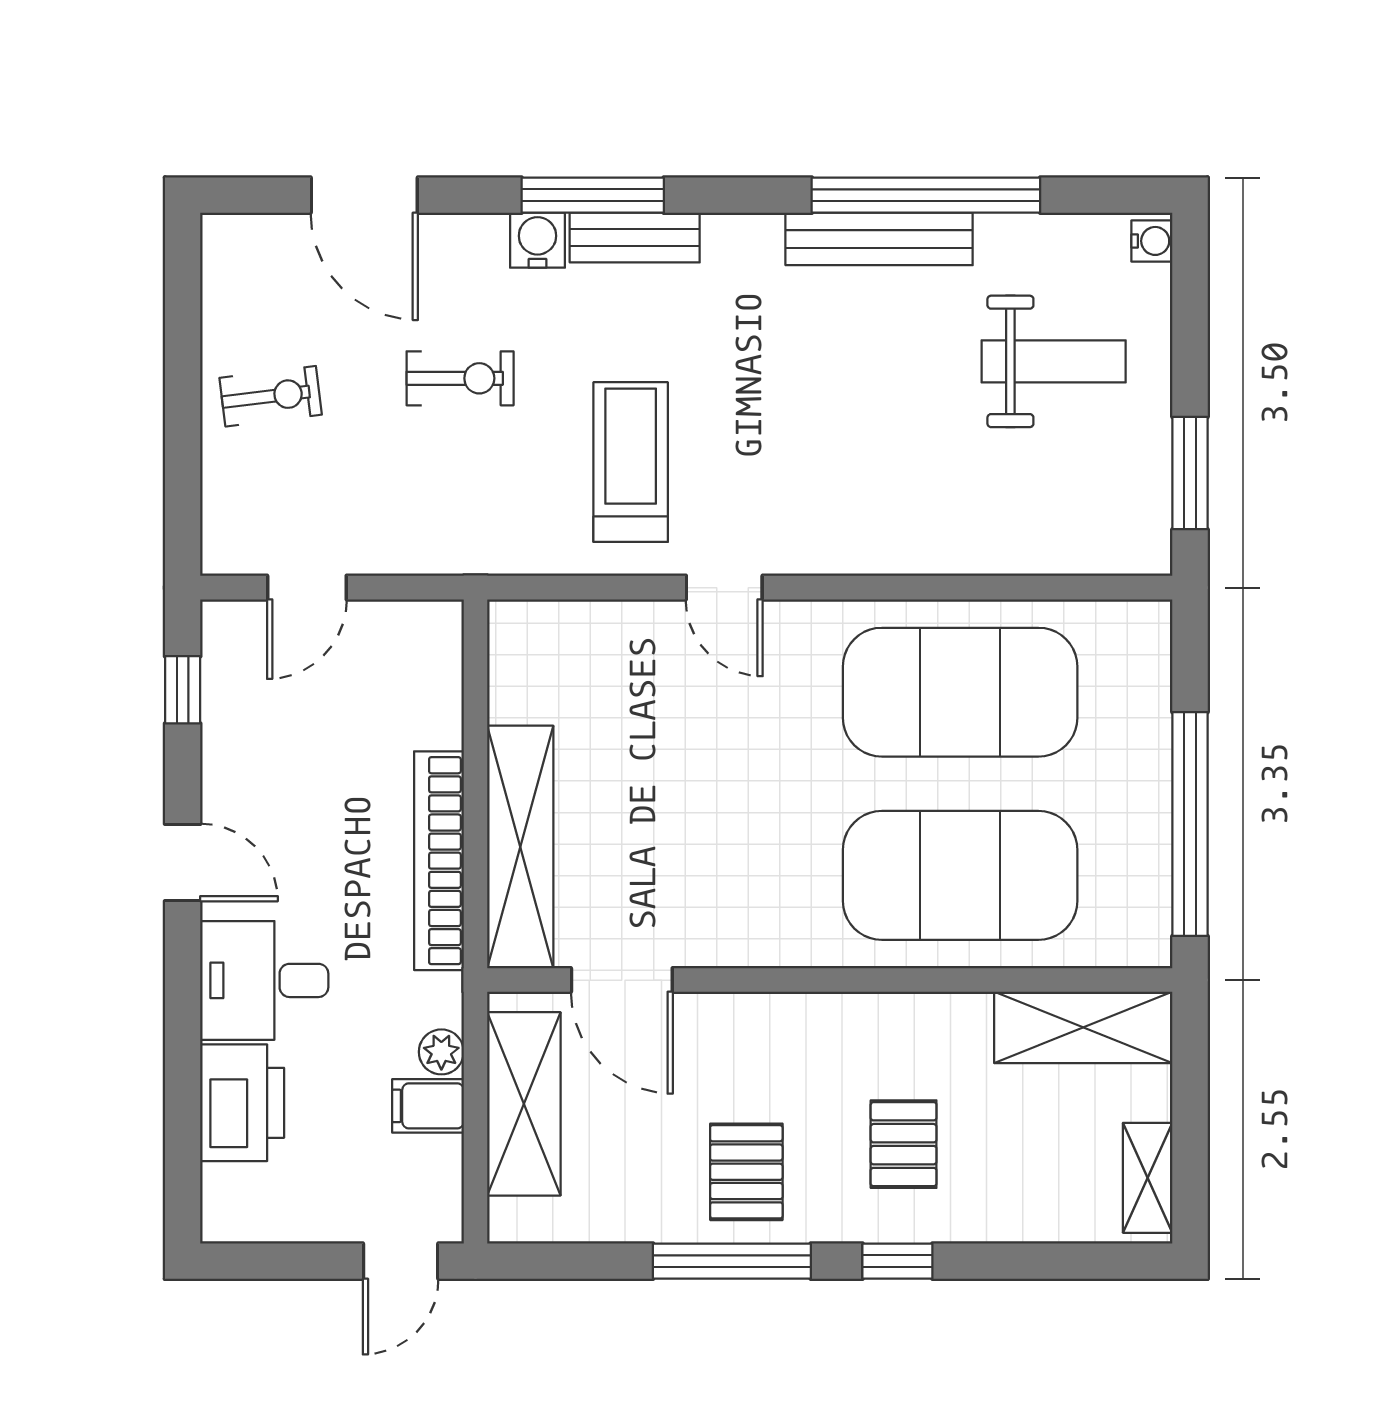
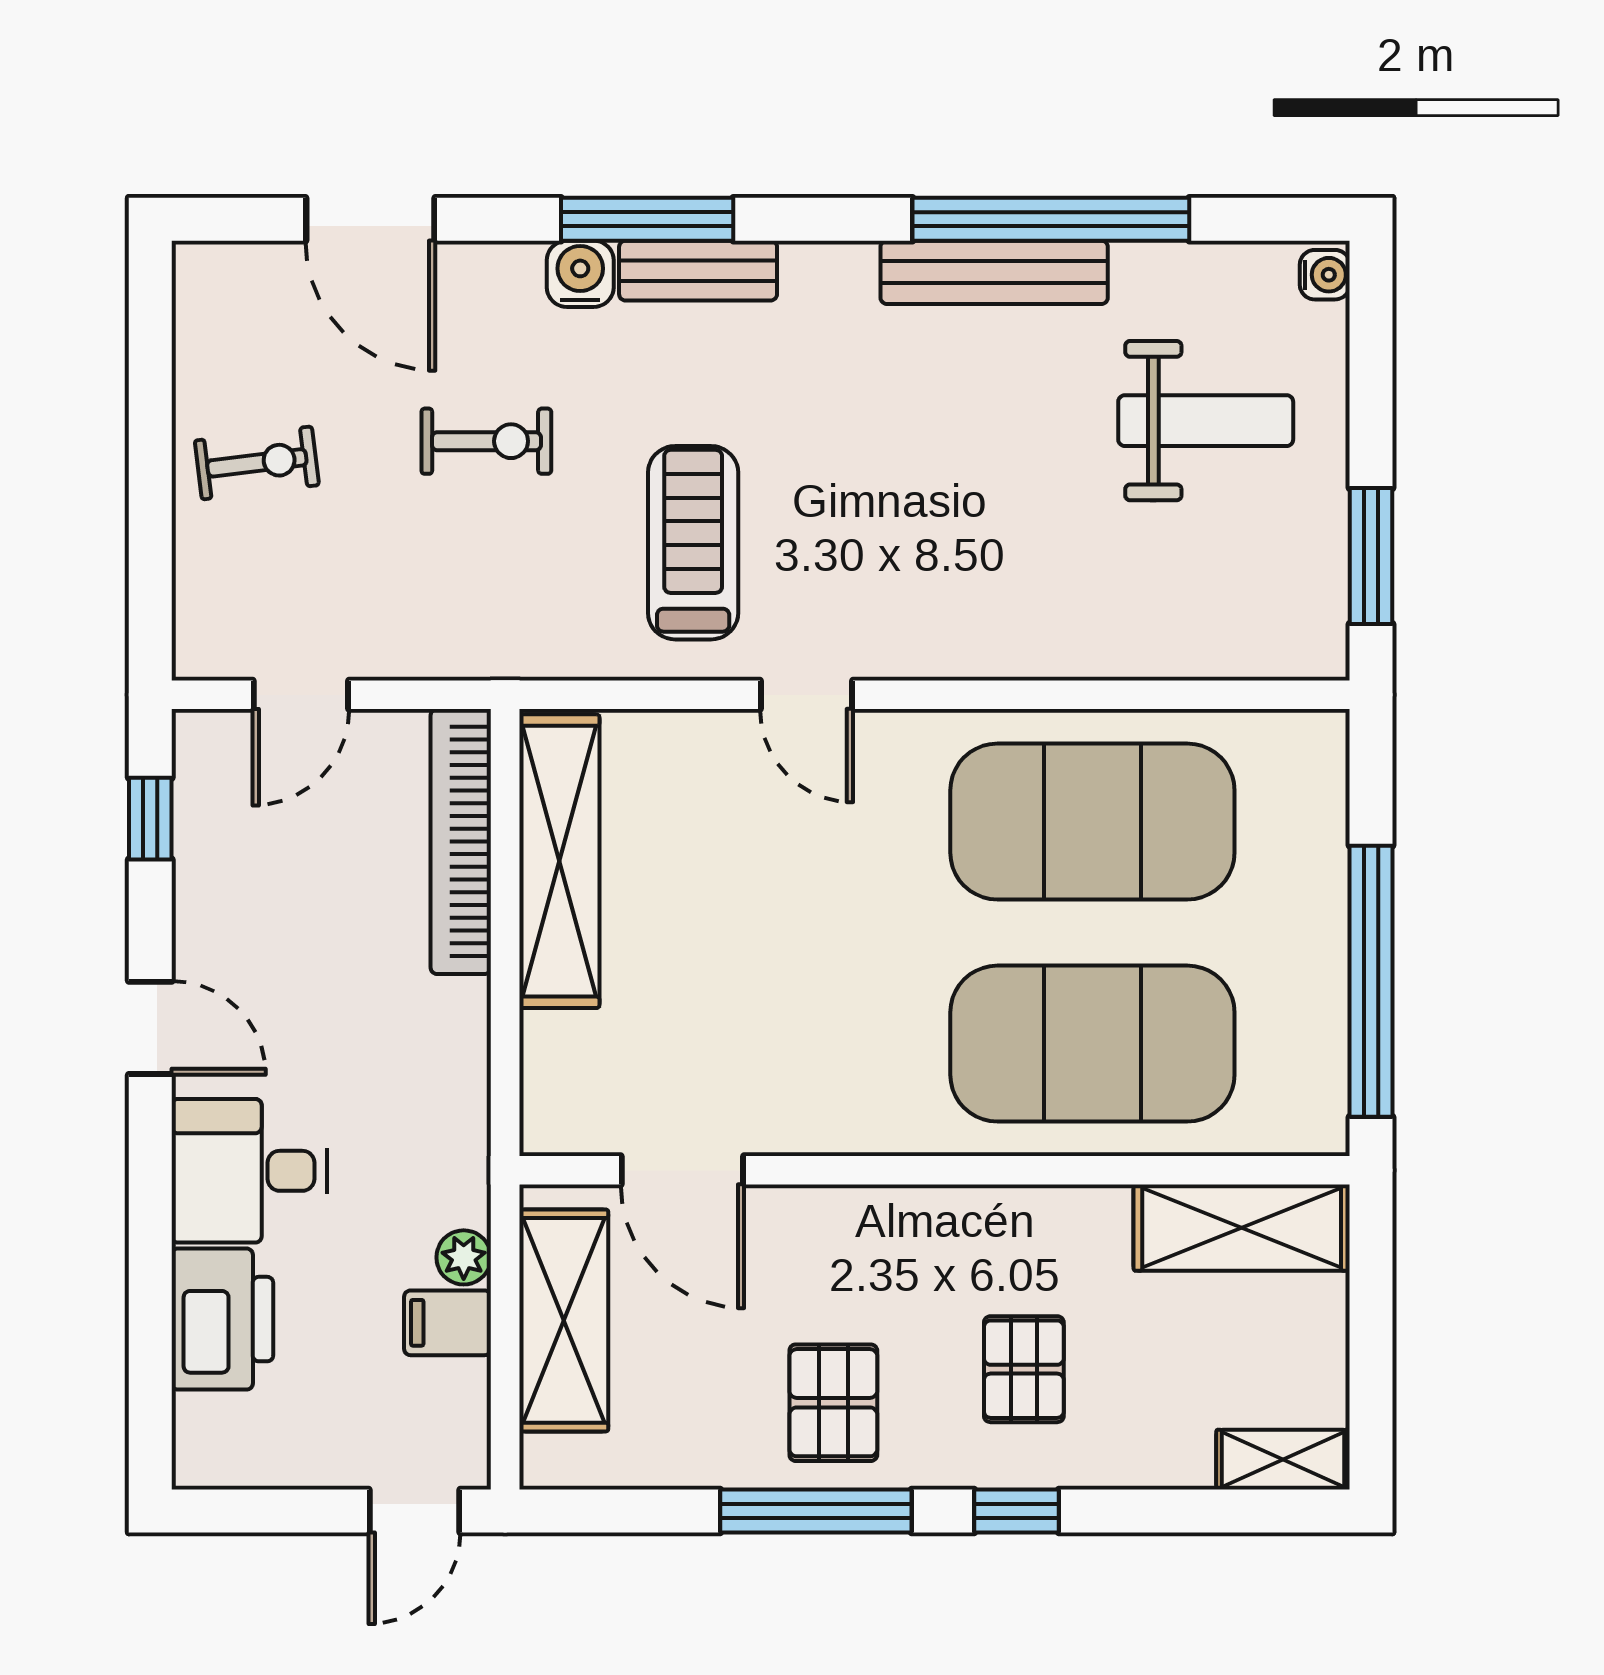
shelving: (520, 847) -> (559, 861), moved
bookcase: (439, 861) -> (461, 842), moved
shelving: (1148, 1178) -> (1283, 1460), moved, turned 90

